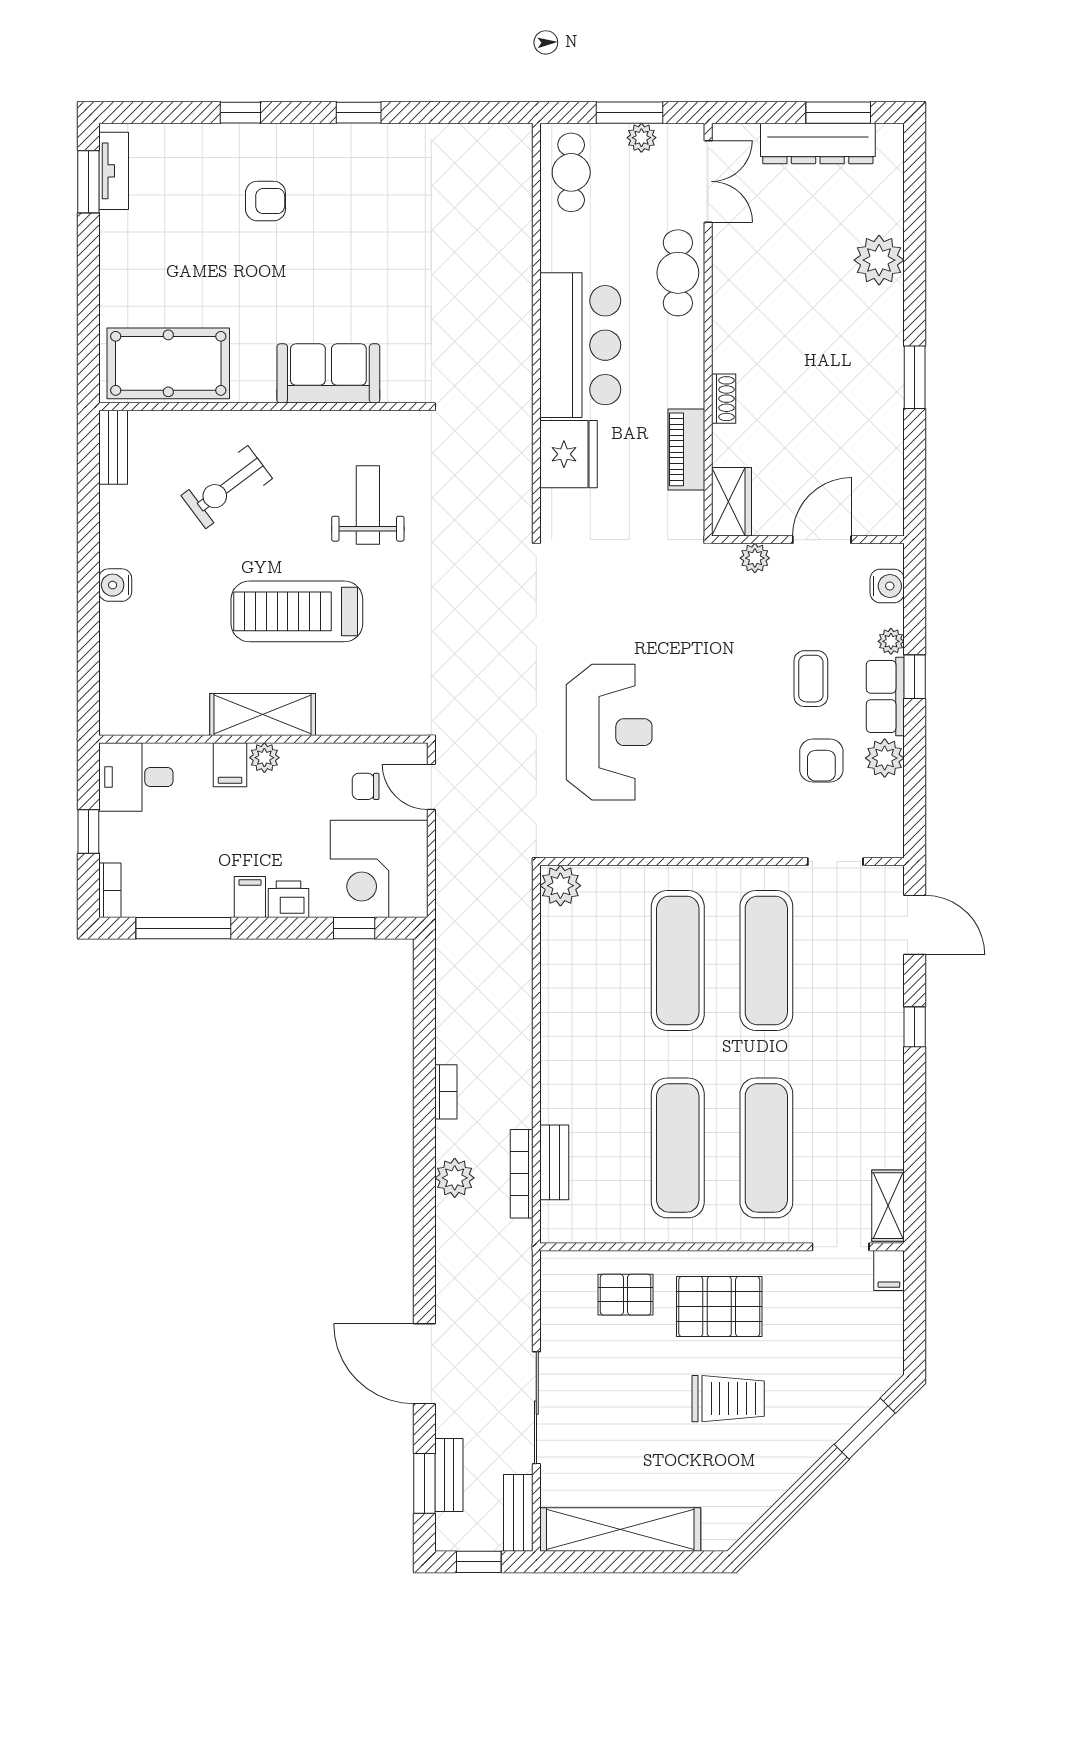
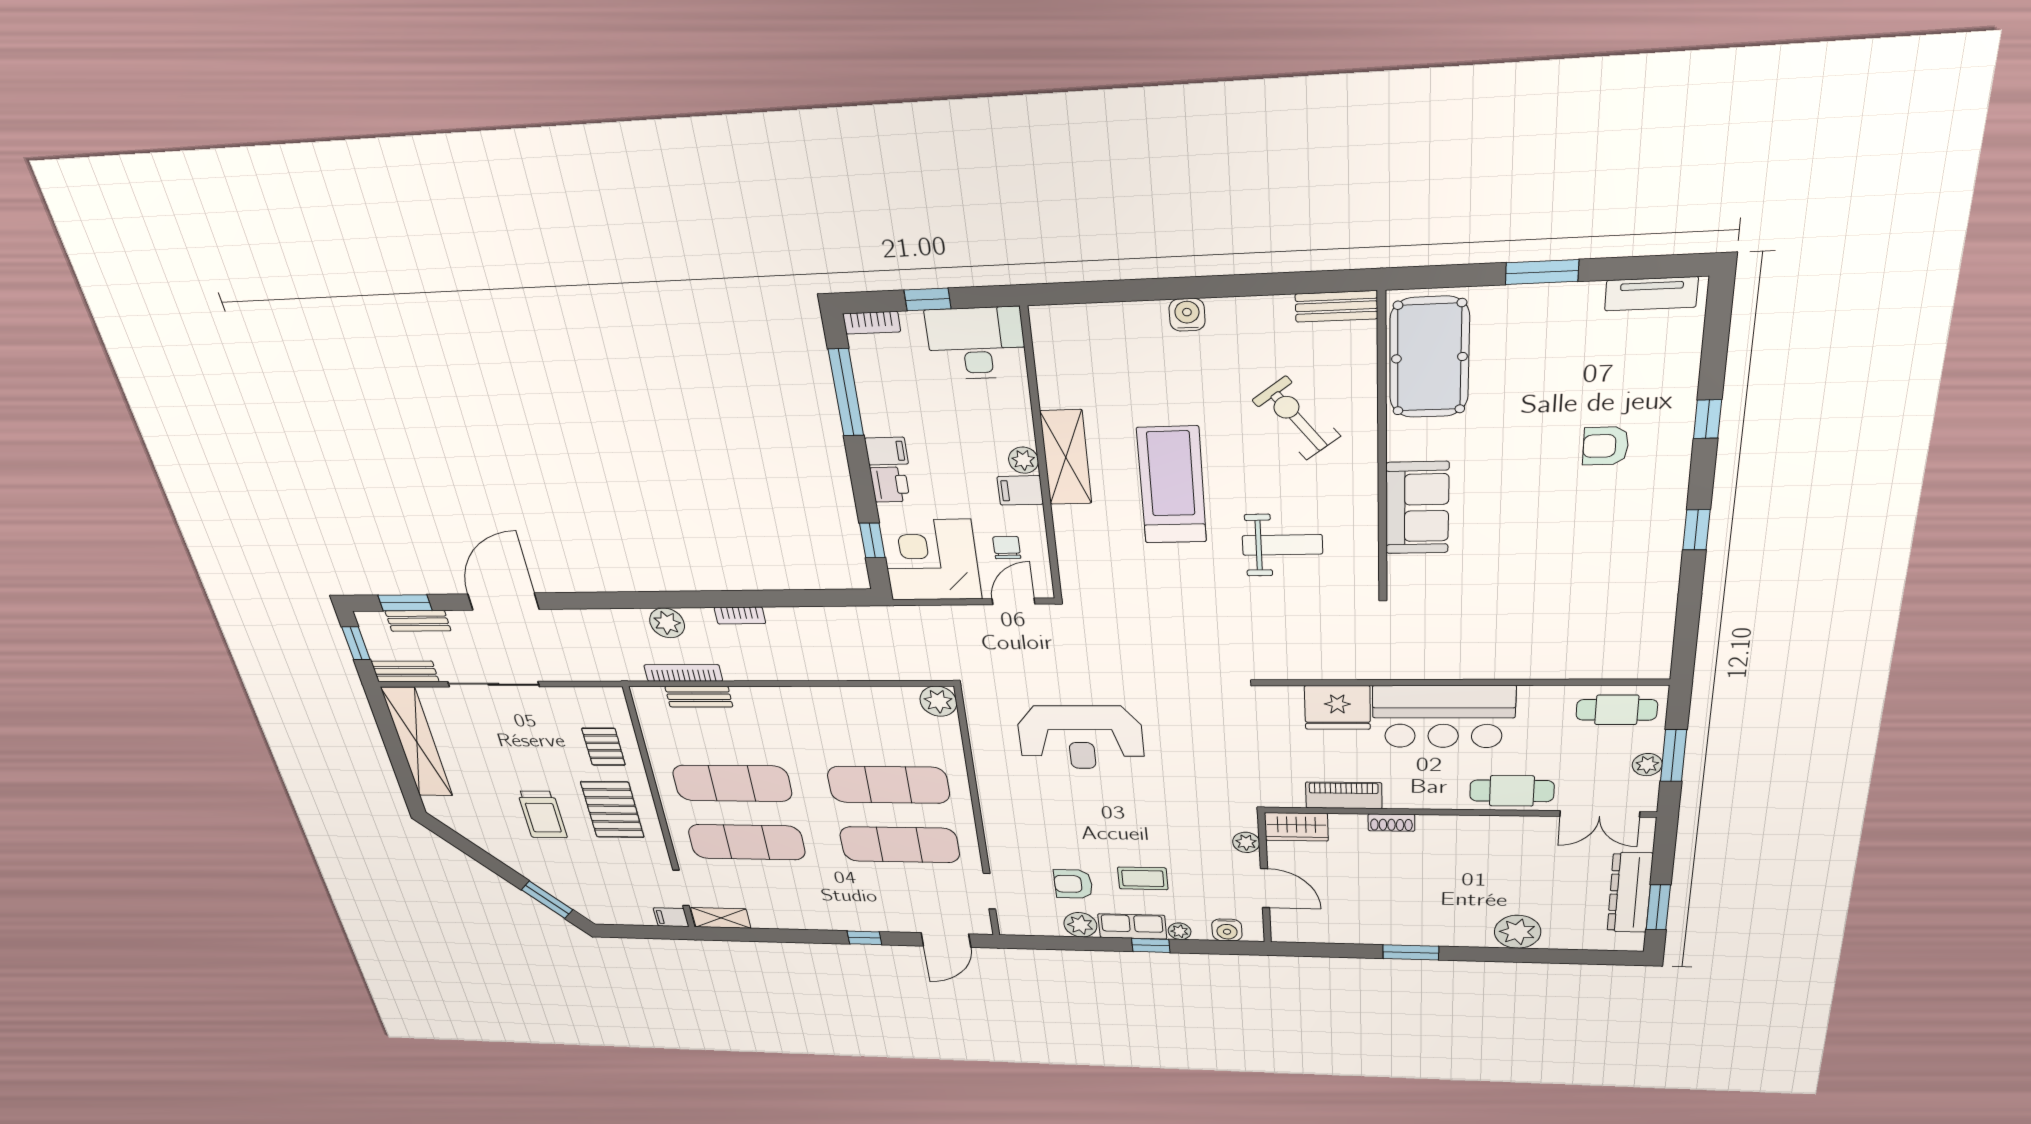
window: (88, 182) -> (1542, 272), moved
armchair: (265, 201) -> (1606, 446), turned 90
filing cabinet: (230, 765) -> (1020, 490), moved
desk: (136, 777) -> (976, 343), width x1.37

